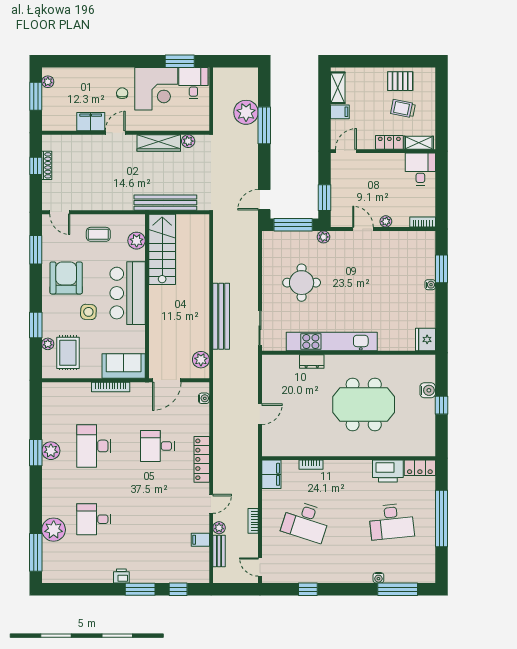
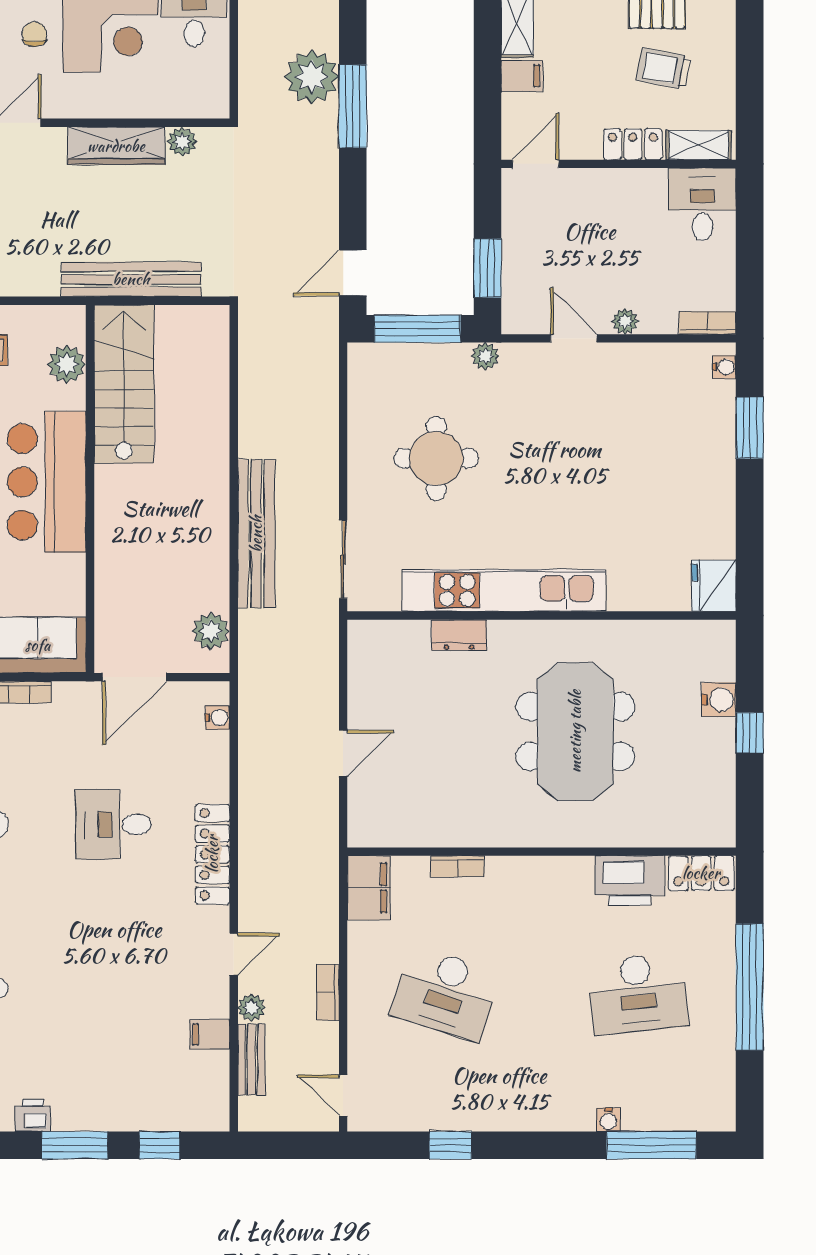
water cooler: (430, 285) -> (724, 367), moved
meeting table: (364, 404) -> (575, 731), turned 90

